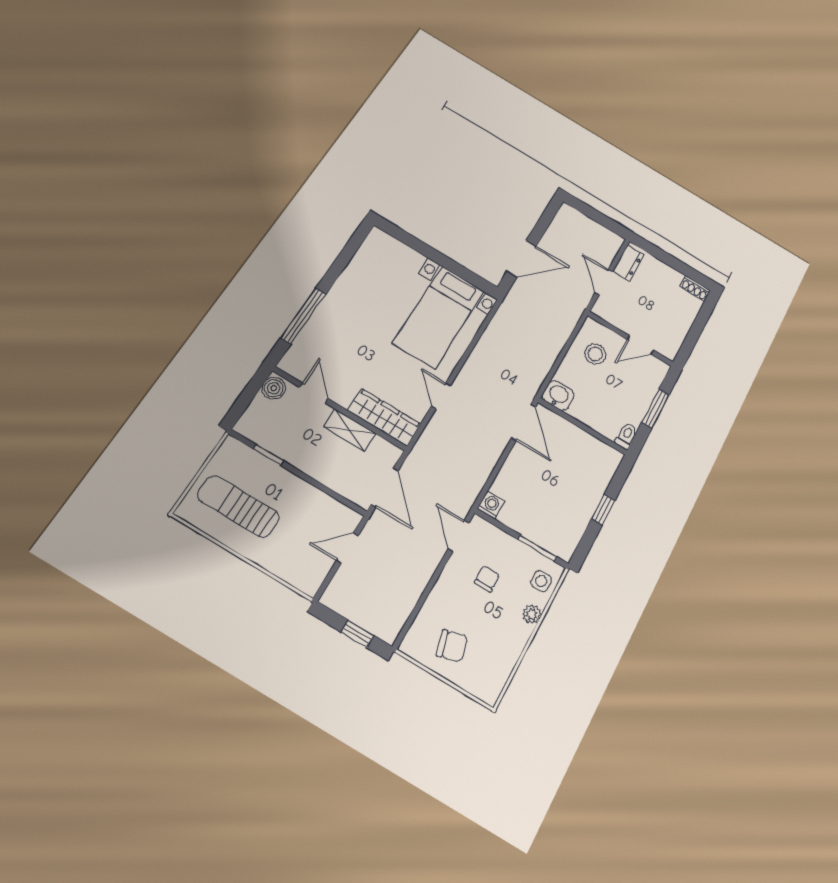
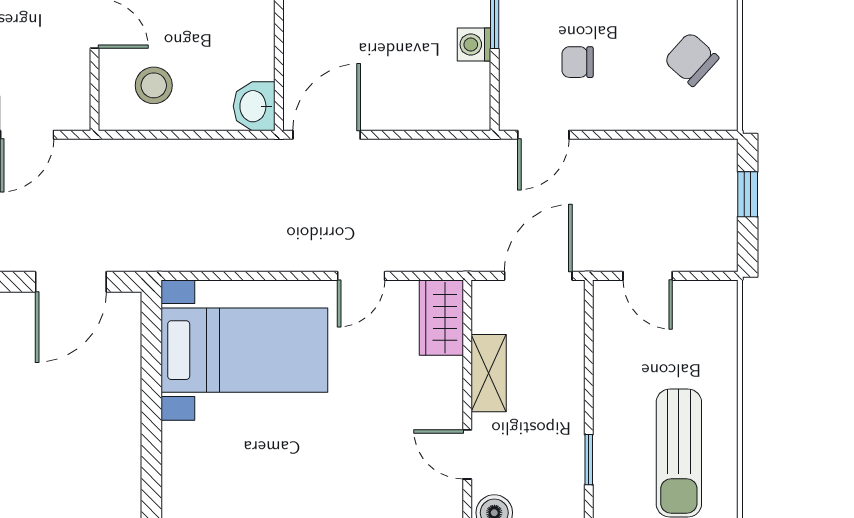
door: (522, 259) -> (71, 282), swing flipped
door: (314, 393) -> (467, 454), hinge flipped
wardrobe: (384, 417) -> (441, 318), width x0.67
washing machine: (491, 505) -> (474, 44), moved
chair: (452, 646) -> (691, 59), turned -33

